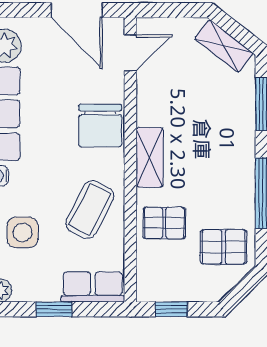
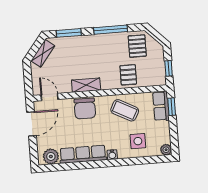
chair: (100, 126) -> (85, 109), turned 90
shelving: (149, 157) -> (86, 85), moved
window: (54, 309) -> (172, 107), moved

